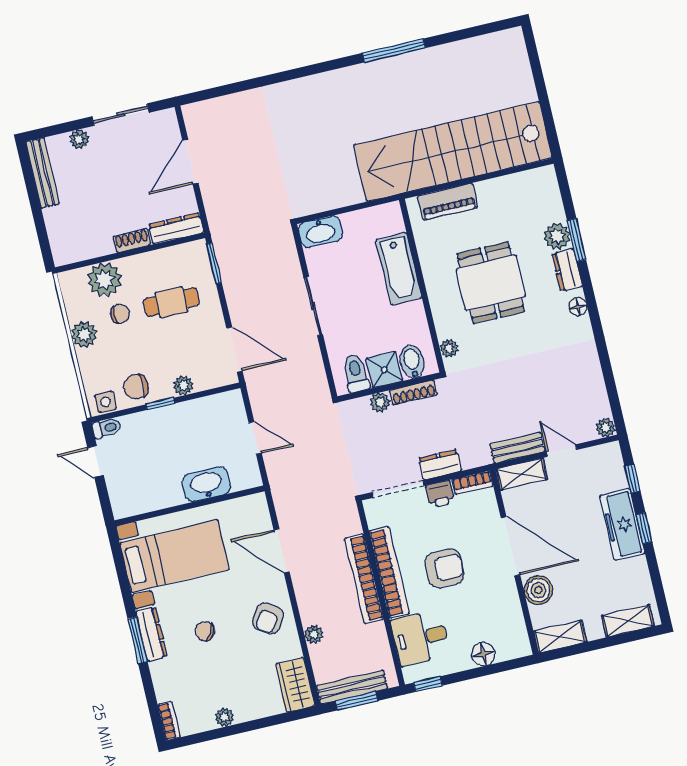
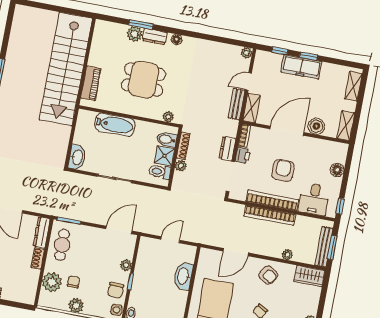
cafe table: (171, 302) -> (62, 245), moved

